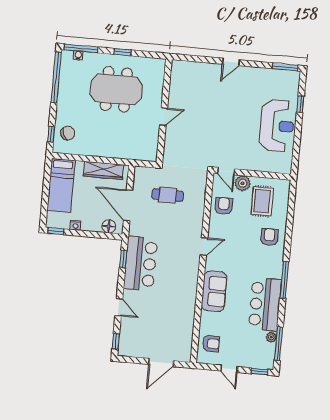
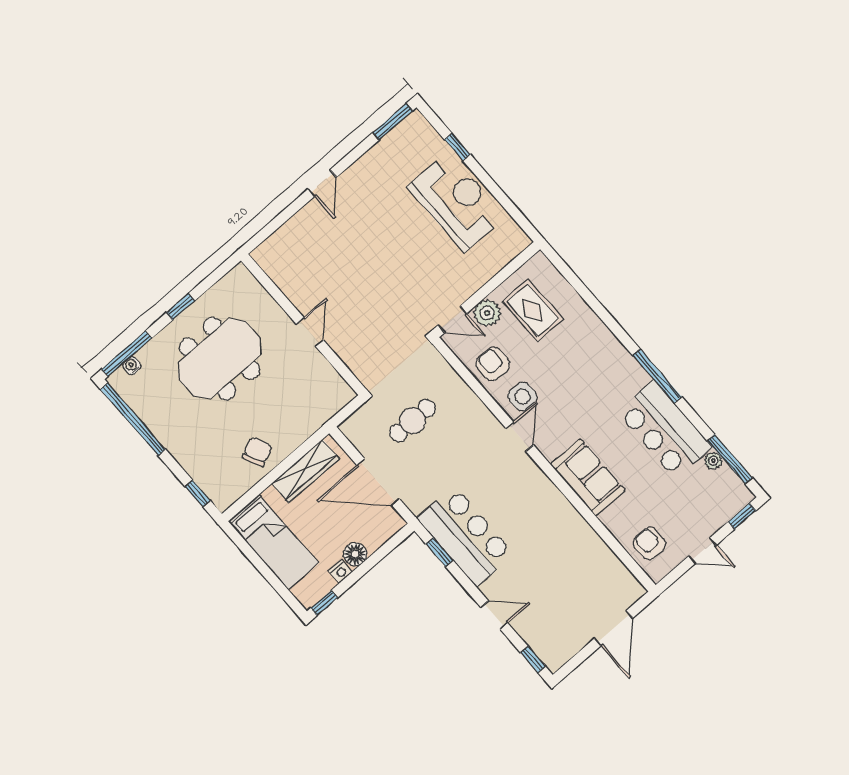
chair: (68, 133) -> (257, 452), moved
floor lamp: (109, 226) -> (355, 554), moved
side table: (222, 231) -> (522, 396), added
armchair: (269, 237) -> (586, 344), removed
armchair: (211, 344) -> (649, 543), turned -90

